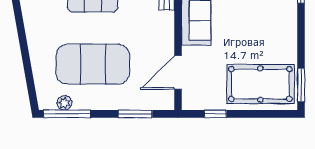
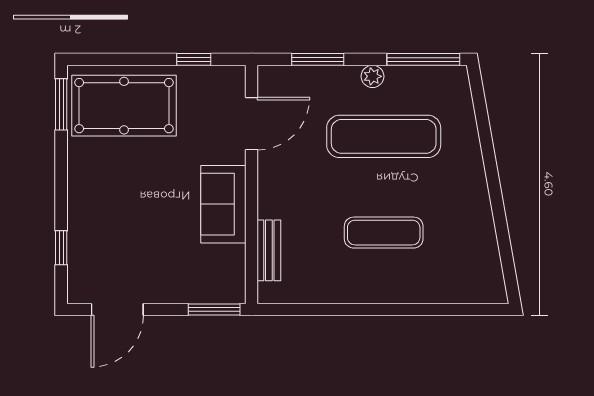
exercise mat: (93, 64) -> (384, 136), width x0.68
plant: (64, 103) -> (372, 76), moved

